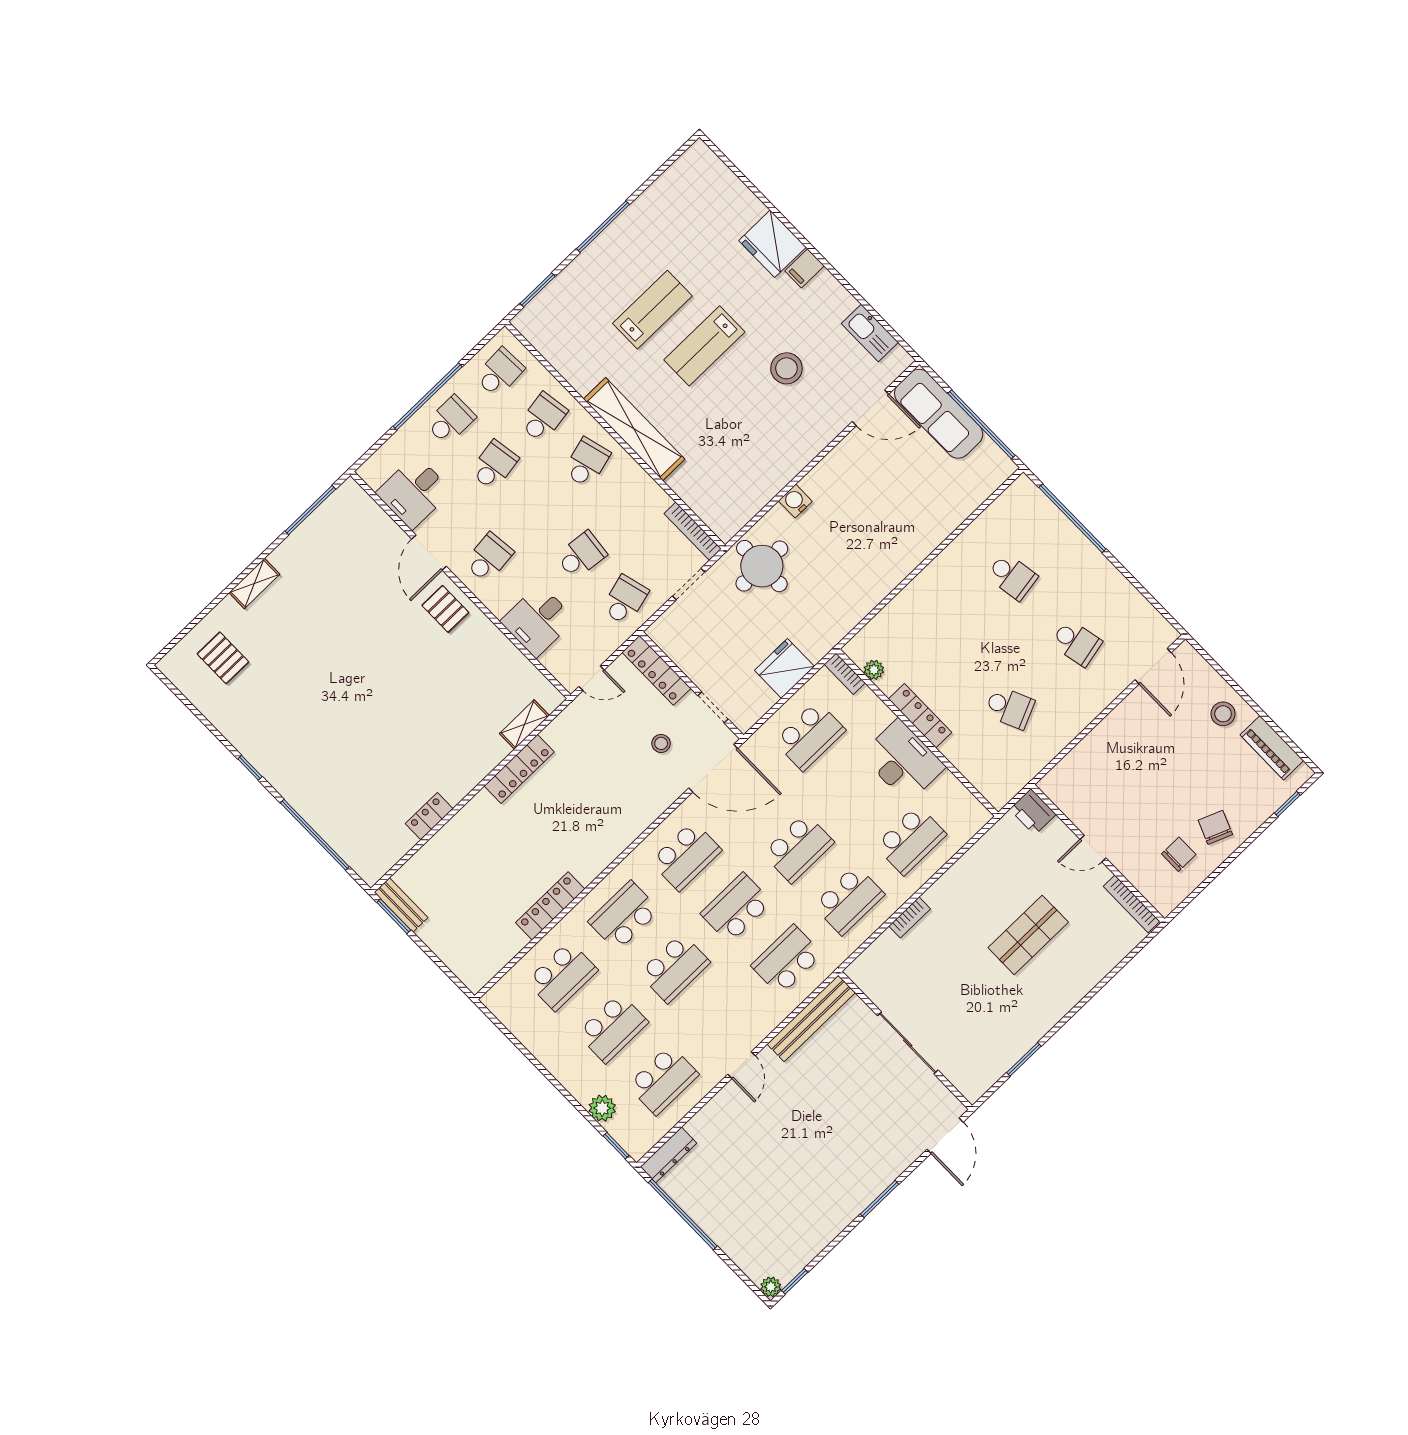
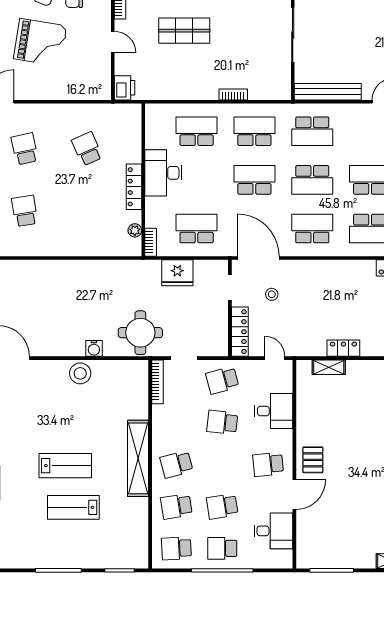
stool: (786, 368) -> (80, 373), moved
locker: (519, 769) -> (343, 348), width x0.66
grand piano: (1170, 773) -> (40, 42), added

